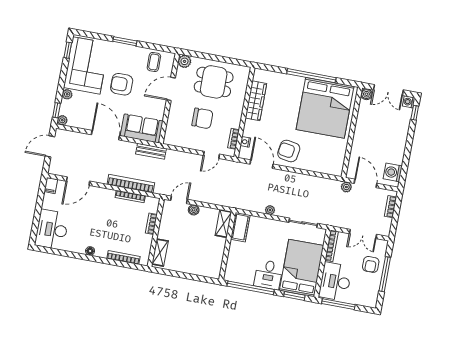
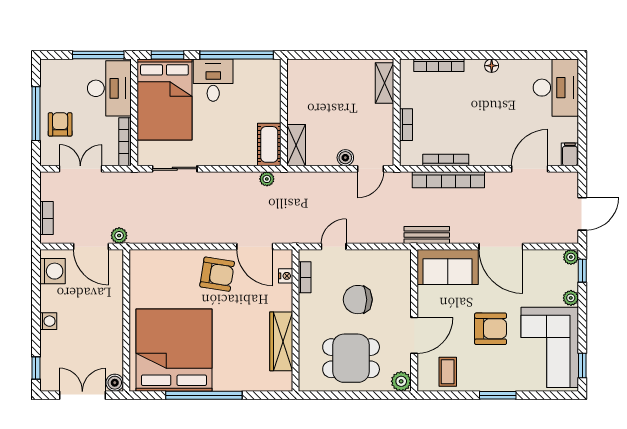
washing machine: (409, 102) -> (48, 321), moved
plant: (270, 210) -> (267, 179), moved

